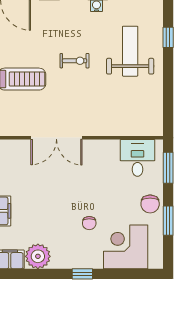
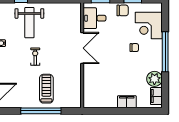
weight bench: (130, 51) -> (29, 23), turned -90
double door: (56, 138) -> (82, 48), moved
window: (82, 274) -> (165, 52), width x3.17

